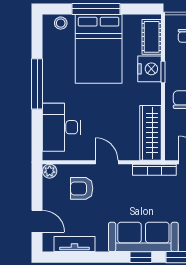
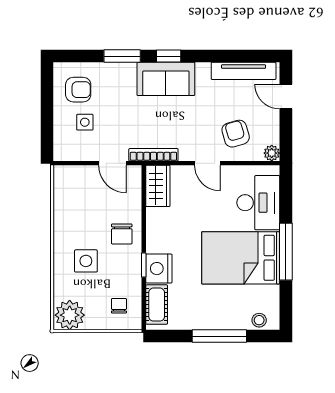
bed: (99, 49) -> (241, 258), moved, turned -90
wardrobe: (150, 133) -> (158, 186), width x0.67
armchair: (82, 188) -> (236, 134), turned -106
sofa: (143, 237) -> (166, 79), width x0.73
tv unit: (75, 244) -> (244, 71), width x1.41

